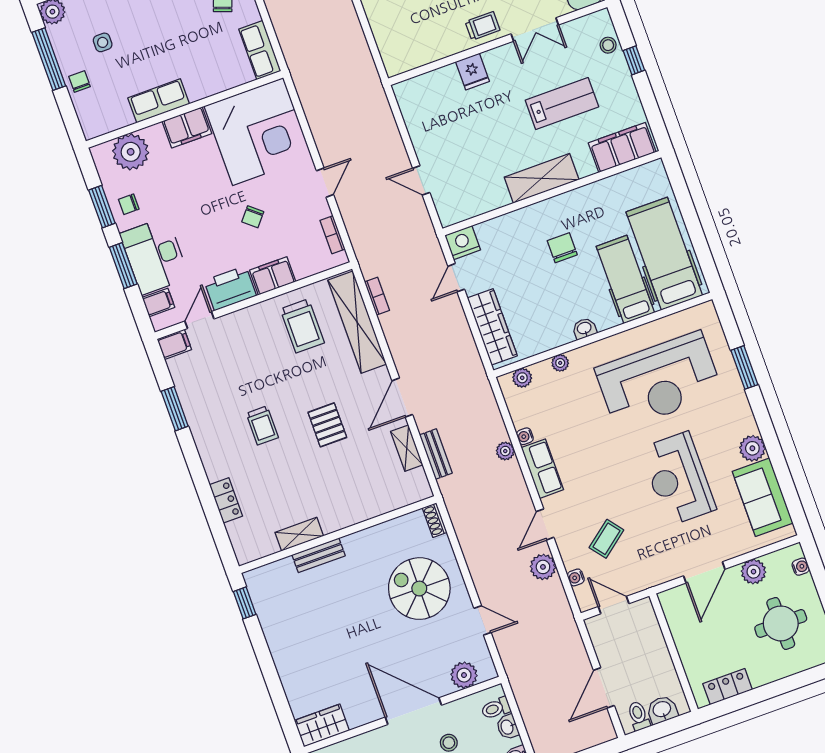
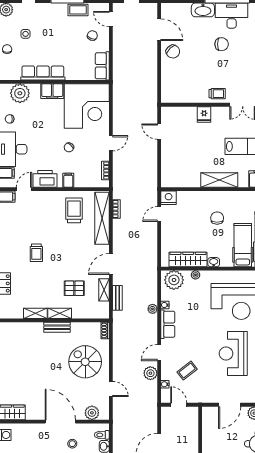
row of seats: (159, 101) -> (43, 73), width x1.48
door: (421, 180) -> (159, 132), moved
filing cabinet: (273, 276) -> (68, 180), width x0.50
trolley: (302, 326) -> (74, 210), turned 180
wardrobe: (492, 327) -> (188, 259), moved, turned -90
plant: (522, 378) -> (174, 280), width x1.88, depth x1.88
pallet: (327, 425) -> (74, 288), moved, turned 90
shelving: (343, 519) -> (60, 313), added
bench: (319, 555) -> (57, 327), moved

